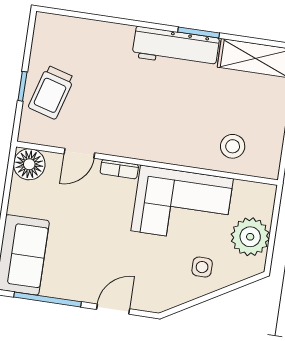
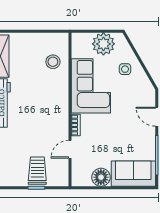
trolley: (51, 92) -> (37, 171), turned -106
door: (79, 153) -> (70, 149), swing flipped
floor lamp: (29, 164) -> (101, 177), moved

